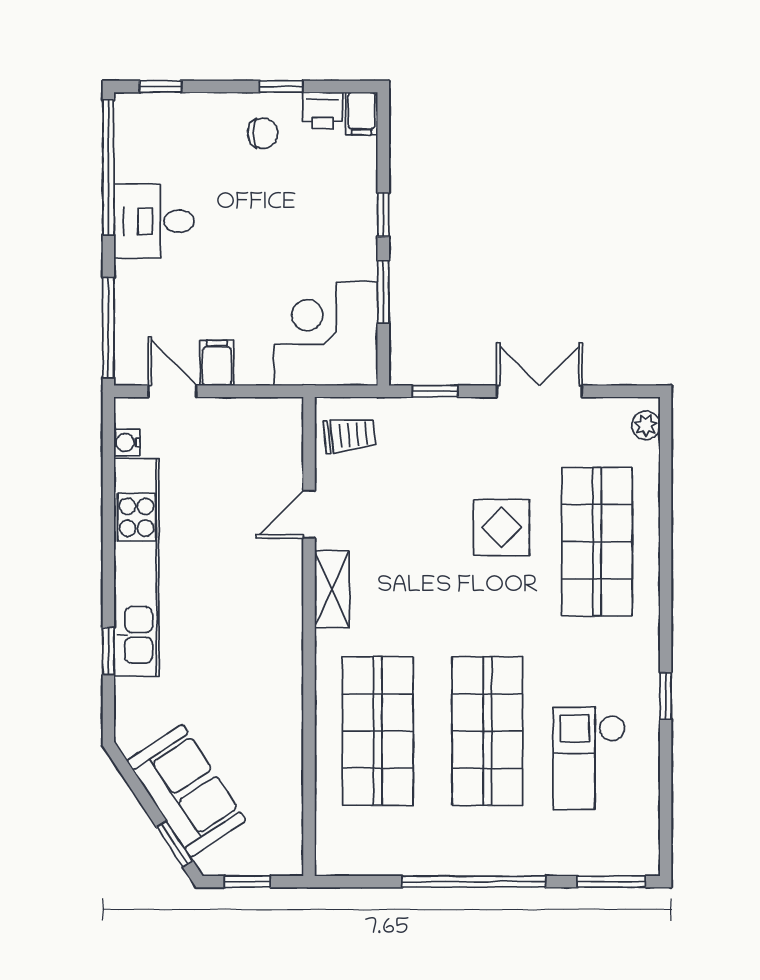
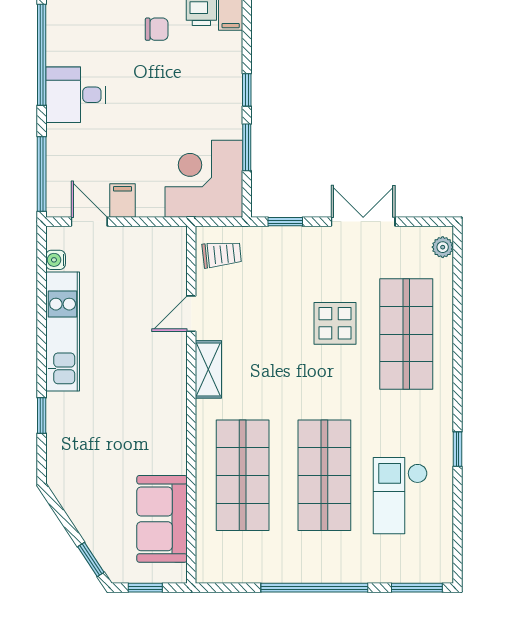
kitchen unit: (136, 567) -> (63, 331), width x0.73
sofa: (186, 791) -> (162, 519), moved, turned -147

